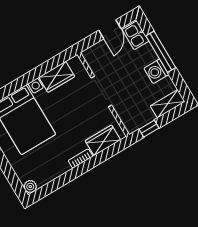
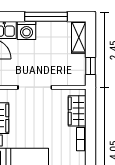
window: (161, 52) -> (46, 17), moved
washing machine: (156, 71) -> (27, 30), moved

